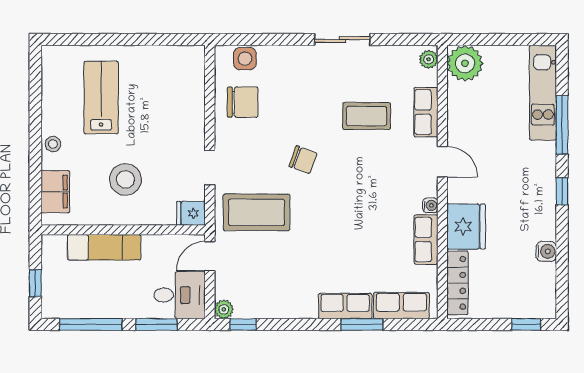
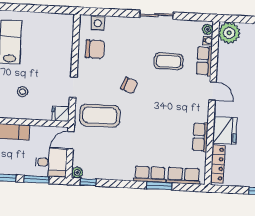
stool: (125, 179) -> (22, 92), width x0.53, depth x0.53
water cooler: (430, 205) -> (208, 40), moved

